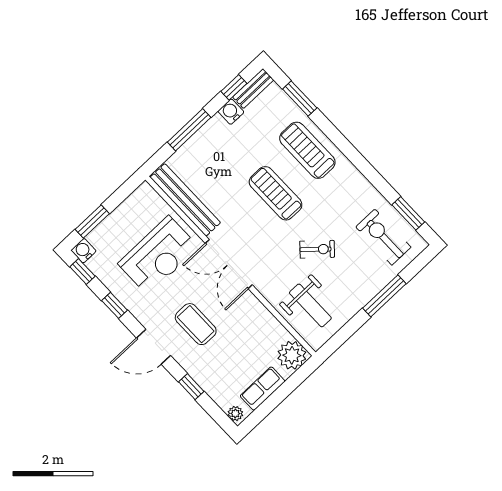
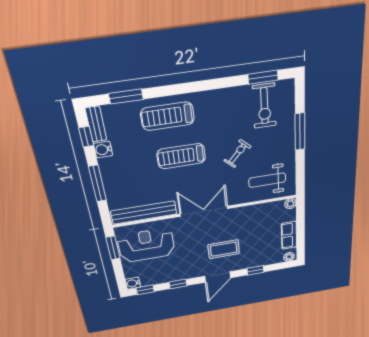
window: (92, 222) -> (113, 248), moved
exercise bike: (383, 237) -> (264, 106), turned -90
reception desk: (158, 255) -> (146, 245), moved, turned -90
double door: (229, 264) -> (204, 211), swing flipped
weight bench: (310, 305) -> (267, 180), turned 180
plant: (292, 355) -> (290, 204), width x0.53, depth x0.53

